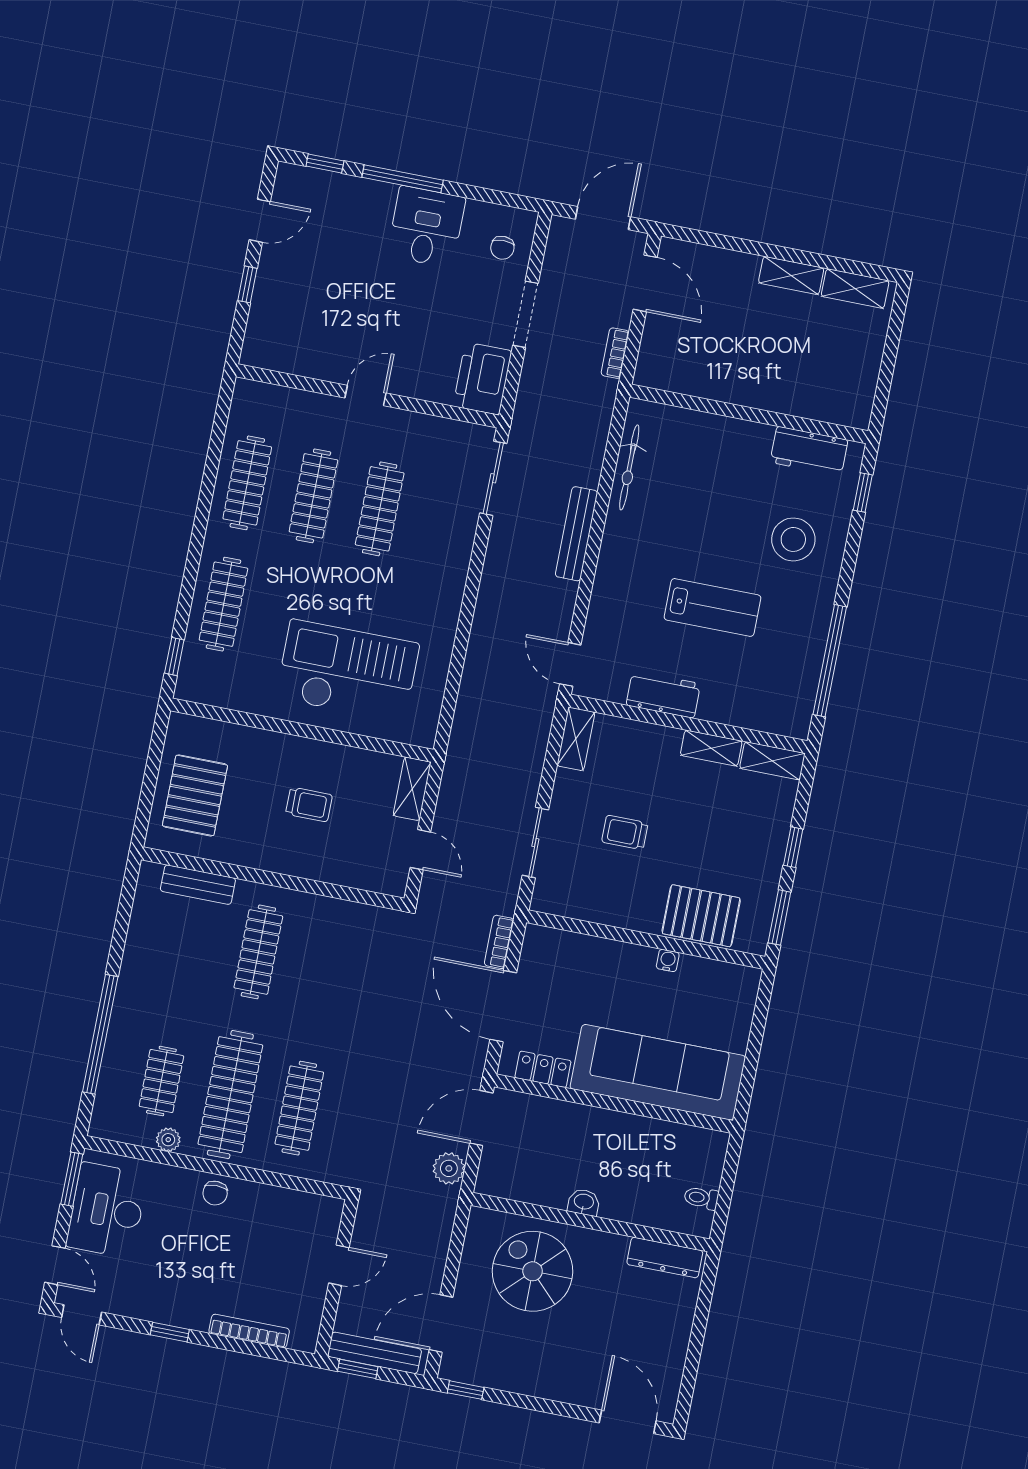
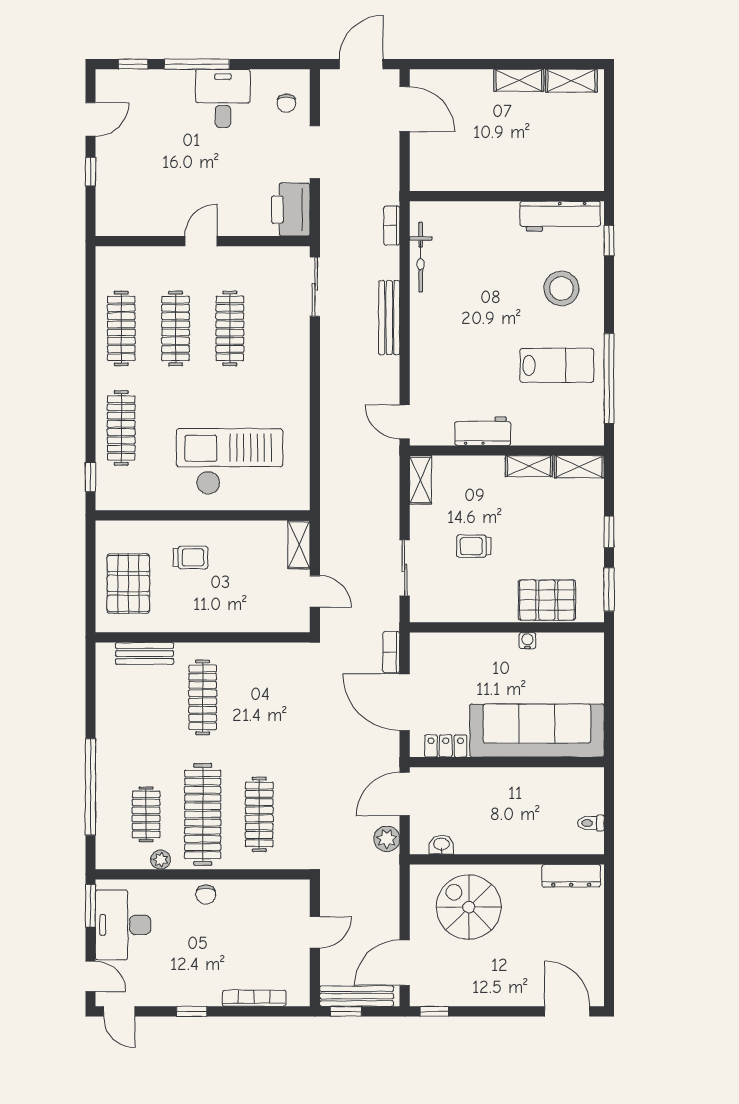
bookcase: (615, 353) -> (392, 226), moved
workbench: (809, 451) -> (560, 216), width x1.38
lab bench: (712, 607) -> (557, 365), moved
trolley: (309, 804) -> (191, 557), moved
washbasin: (584, 1202) -> (441, 845), moved

